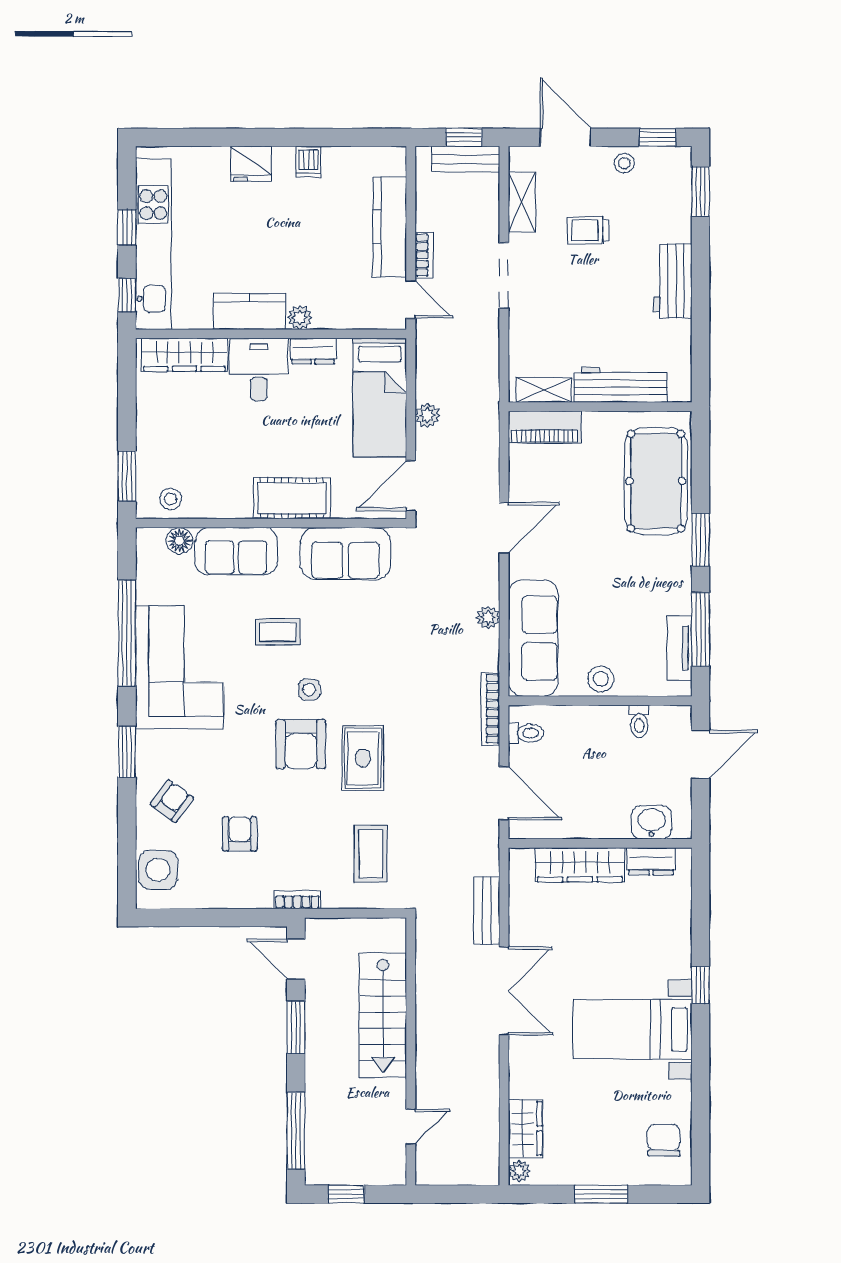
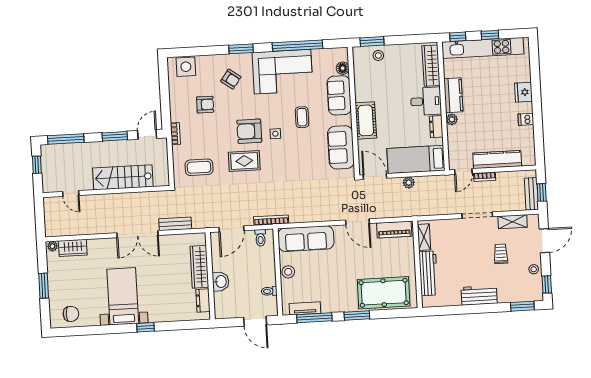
piano: (545, 427) -> (394, 230), moved, turned -90
stool: (171, 499) -> (378, 55), moved
plant: (488, 617) -> (314, 217), removed
armchair: (172, 801) -> (231, 79), moved
washbasin: (652, 822) -> (221, 282), moved

